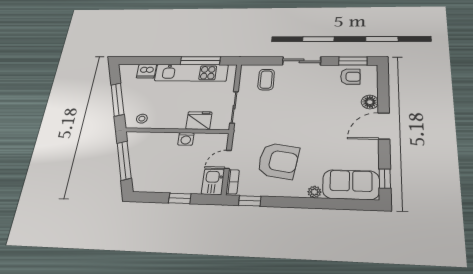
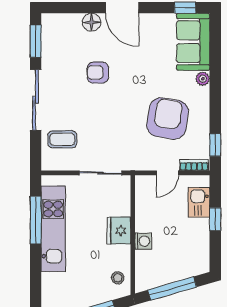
sliding door: (302, 61) -> (36, 100), width x1.37
dishwasher: (146, 71) -> (51, 284), removed
armchair: (350, 77) -> (98, 73), moved, turned -90
fridge: (199, 120) -> (119, 231), moved
washing machine: (186, 139) -> (143, 241), moved
door: (228, 159) -> (167, 173), hinge flipped
kitchen sink: (213, 182) -> (199, 202), moved, turned 90

